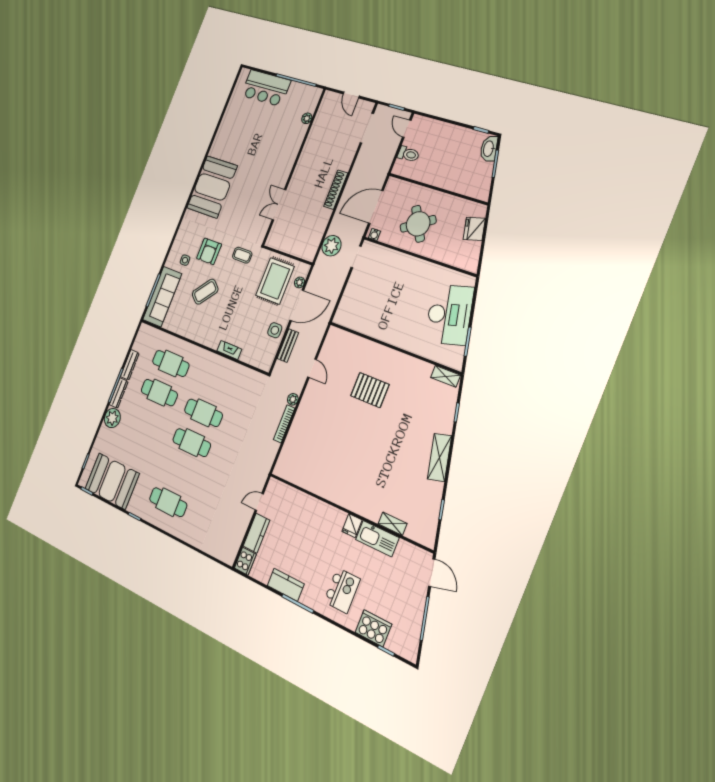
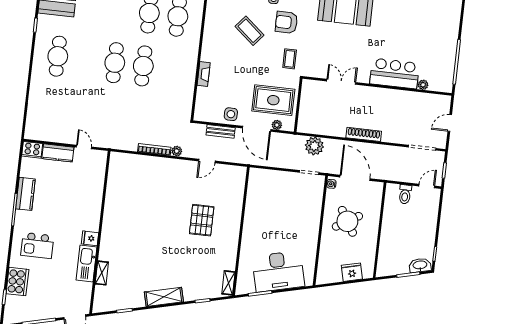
bar counter: (266, 88) -> (395, 73), moved, turned 90

